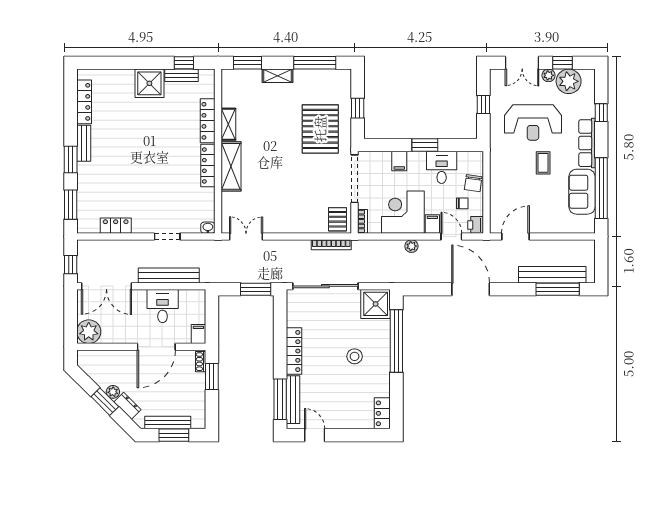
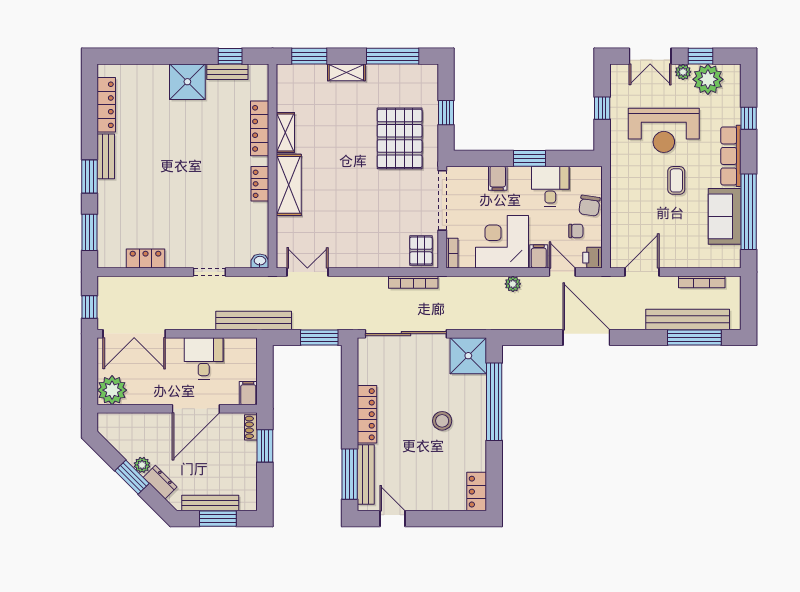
locker: (208, 165) -> (260, 184), width x0.66
bookcase: (564, 244) -> (702, 282), added
bench: (169, 276) -> (254, 320), moved

